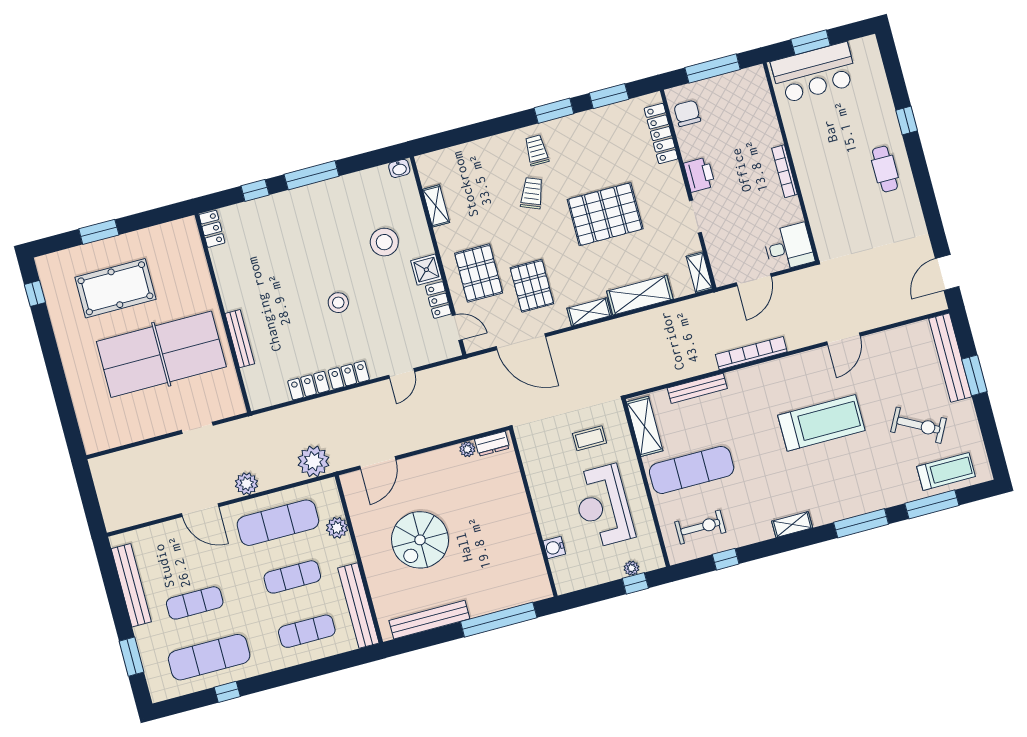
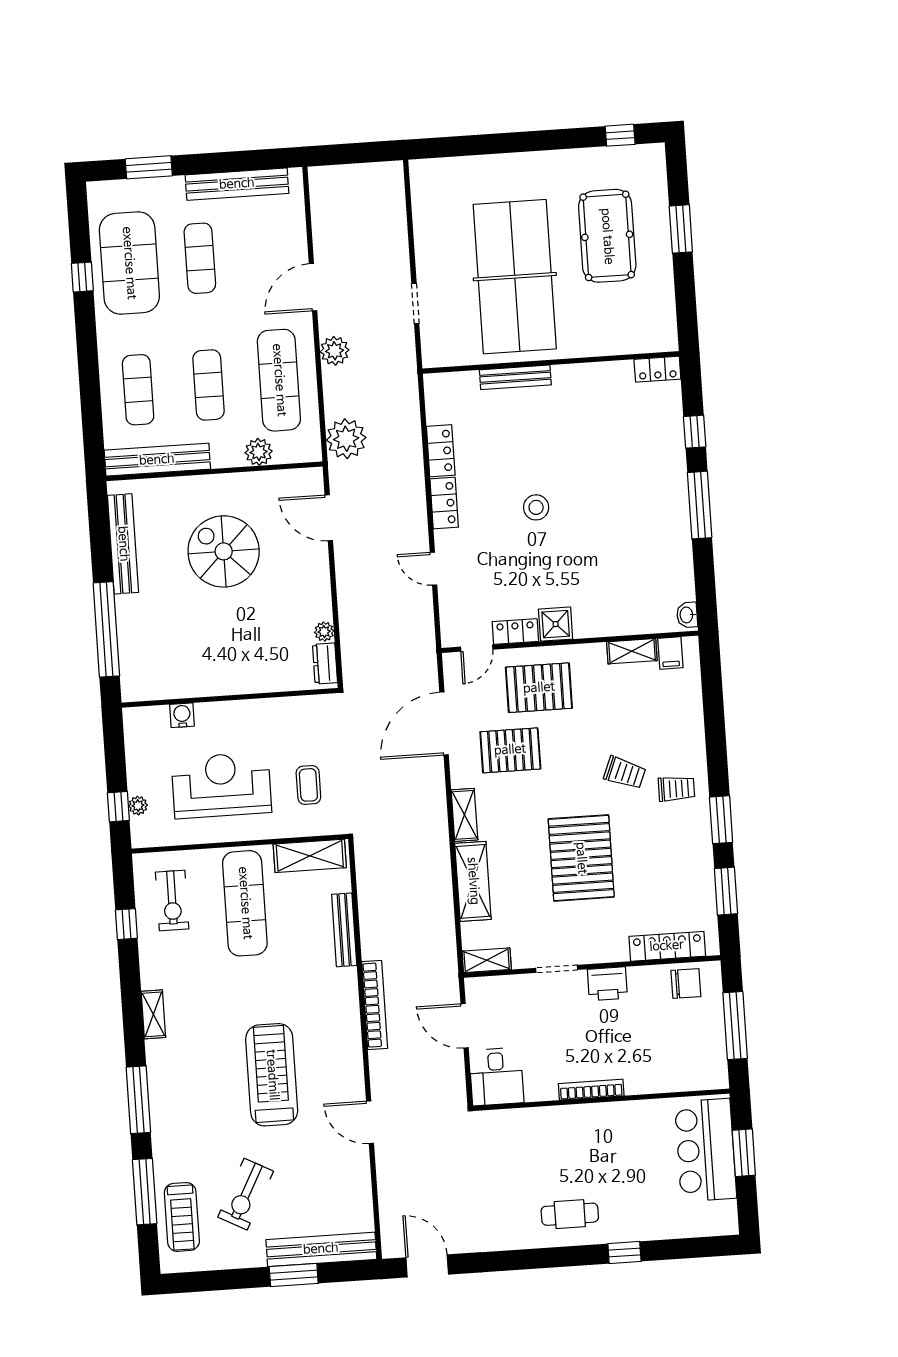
filing cabinet: (432, 176) -> (670, 653), added
stool: (384, 242) -> (600, 579), removed
treadmill: (821, 423) -> (272, 1075), turned 180
exercise mat: (209, 657) -> (129, 263), width x1.47

